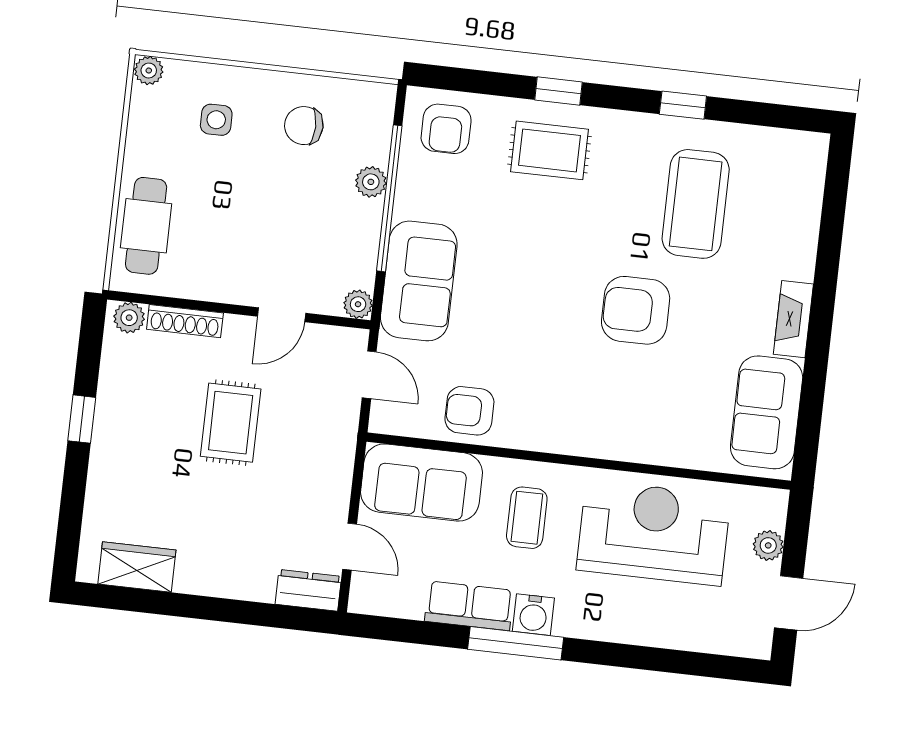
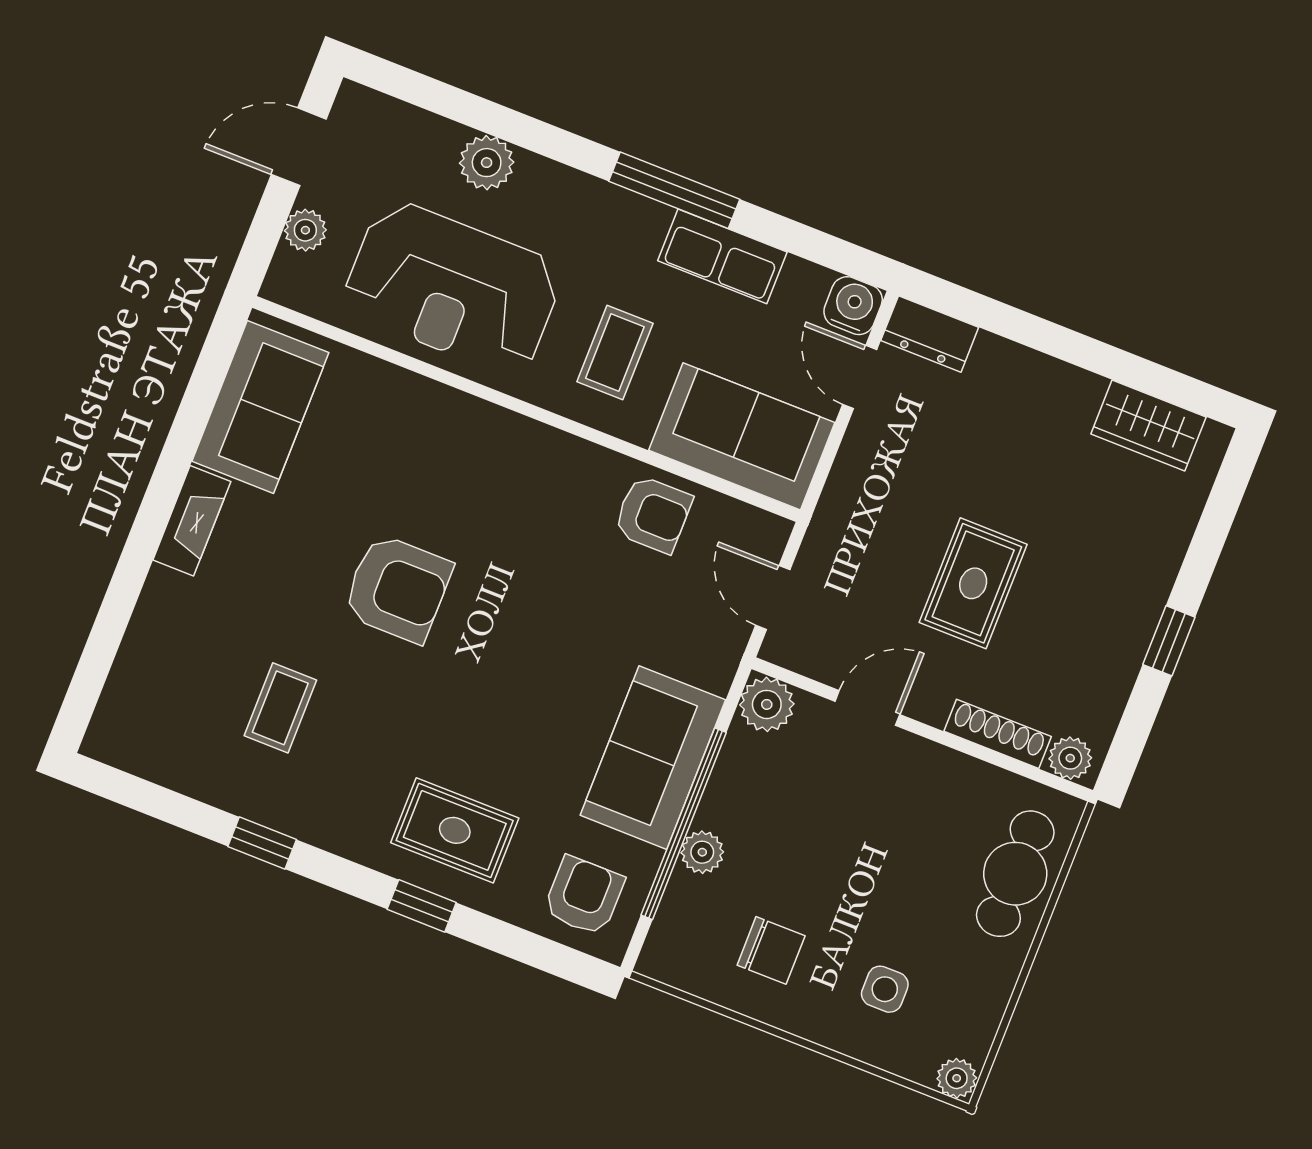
coffee table: (696, 204) -> (280, 708), width x0.54, depth x0.58
sofa: (419, 281) -> (653, 758), moved
plant: (358, 304) -> (767, 704), width x1.38, depth x1.38
water cooler: (533, 615) -> (853, 306), moved
plant: (653, 627) -> (487, 163), added

